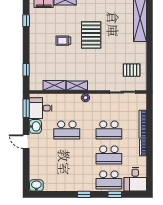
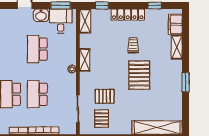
pallet: (91, 35) -> (139, 75), turned 90
locker: (35, 46) -> (128, 15), added
pallet: (111, 67) -> (105, 96), added
shelving: (54, 85) -> (85, 21), moved

